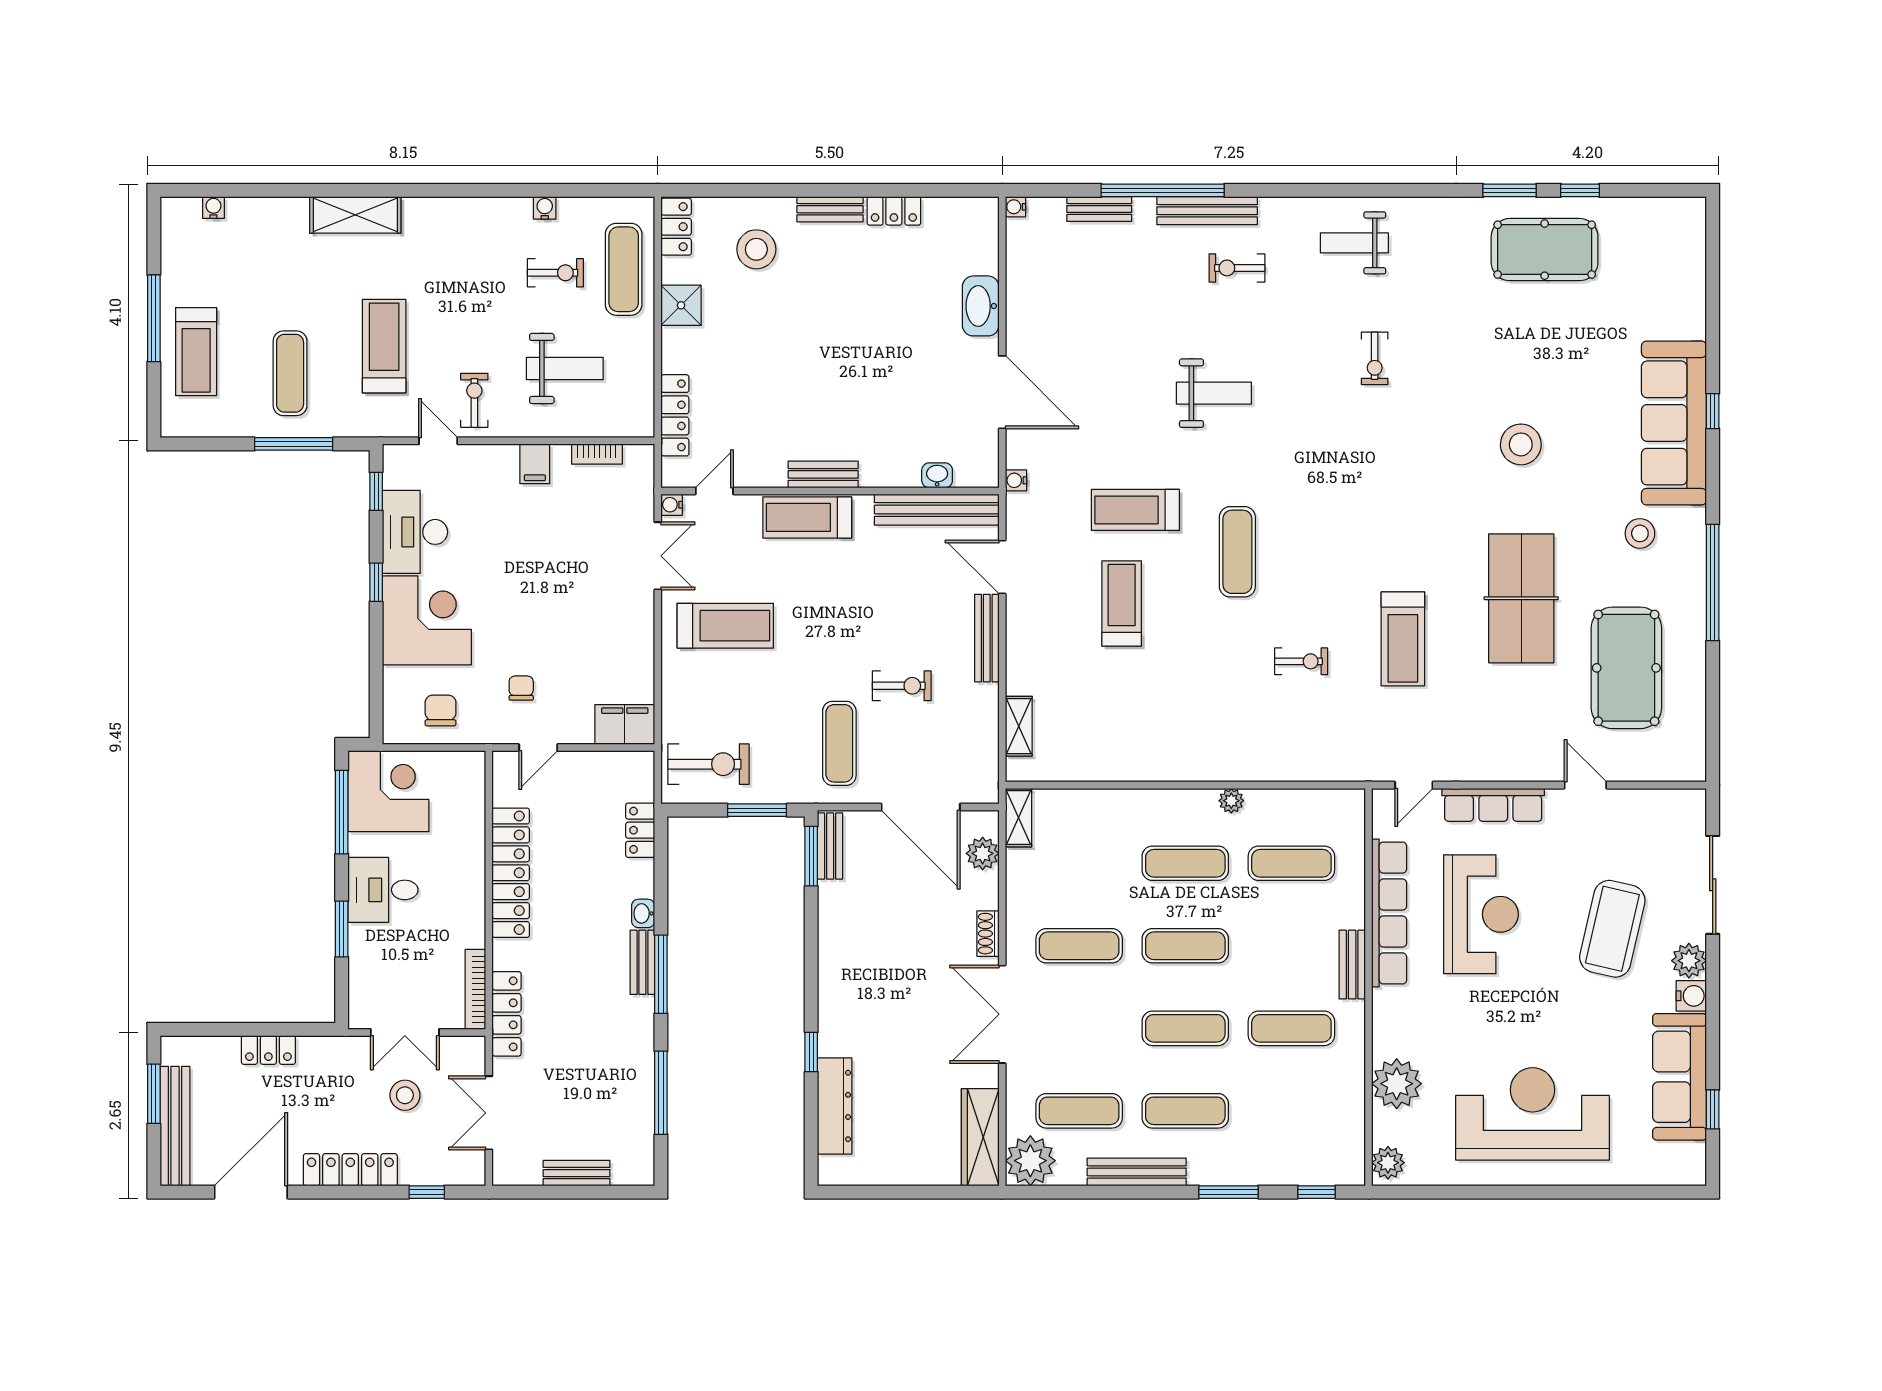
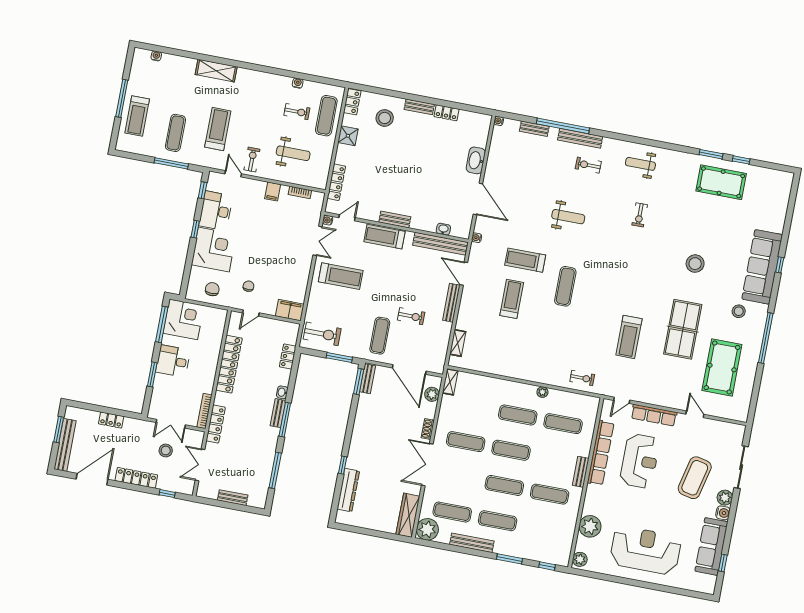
exercise bike: (1301, 661) -> (582, 378), moved

